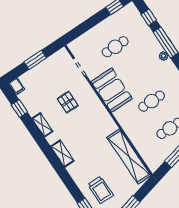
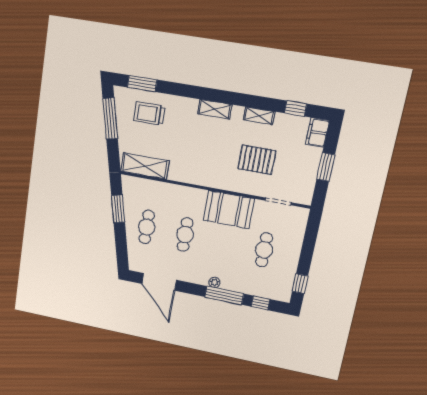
filing cabinet: (17, 86) -> (317, 132), width x2.00
pallet: (68, 102) -> (257, 160), width x1.50, depth x1.42
shelving: (129, 156) -> (145, 166), width x0.68

